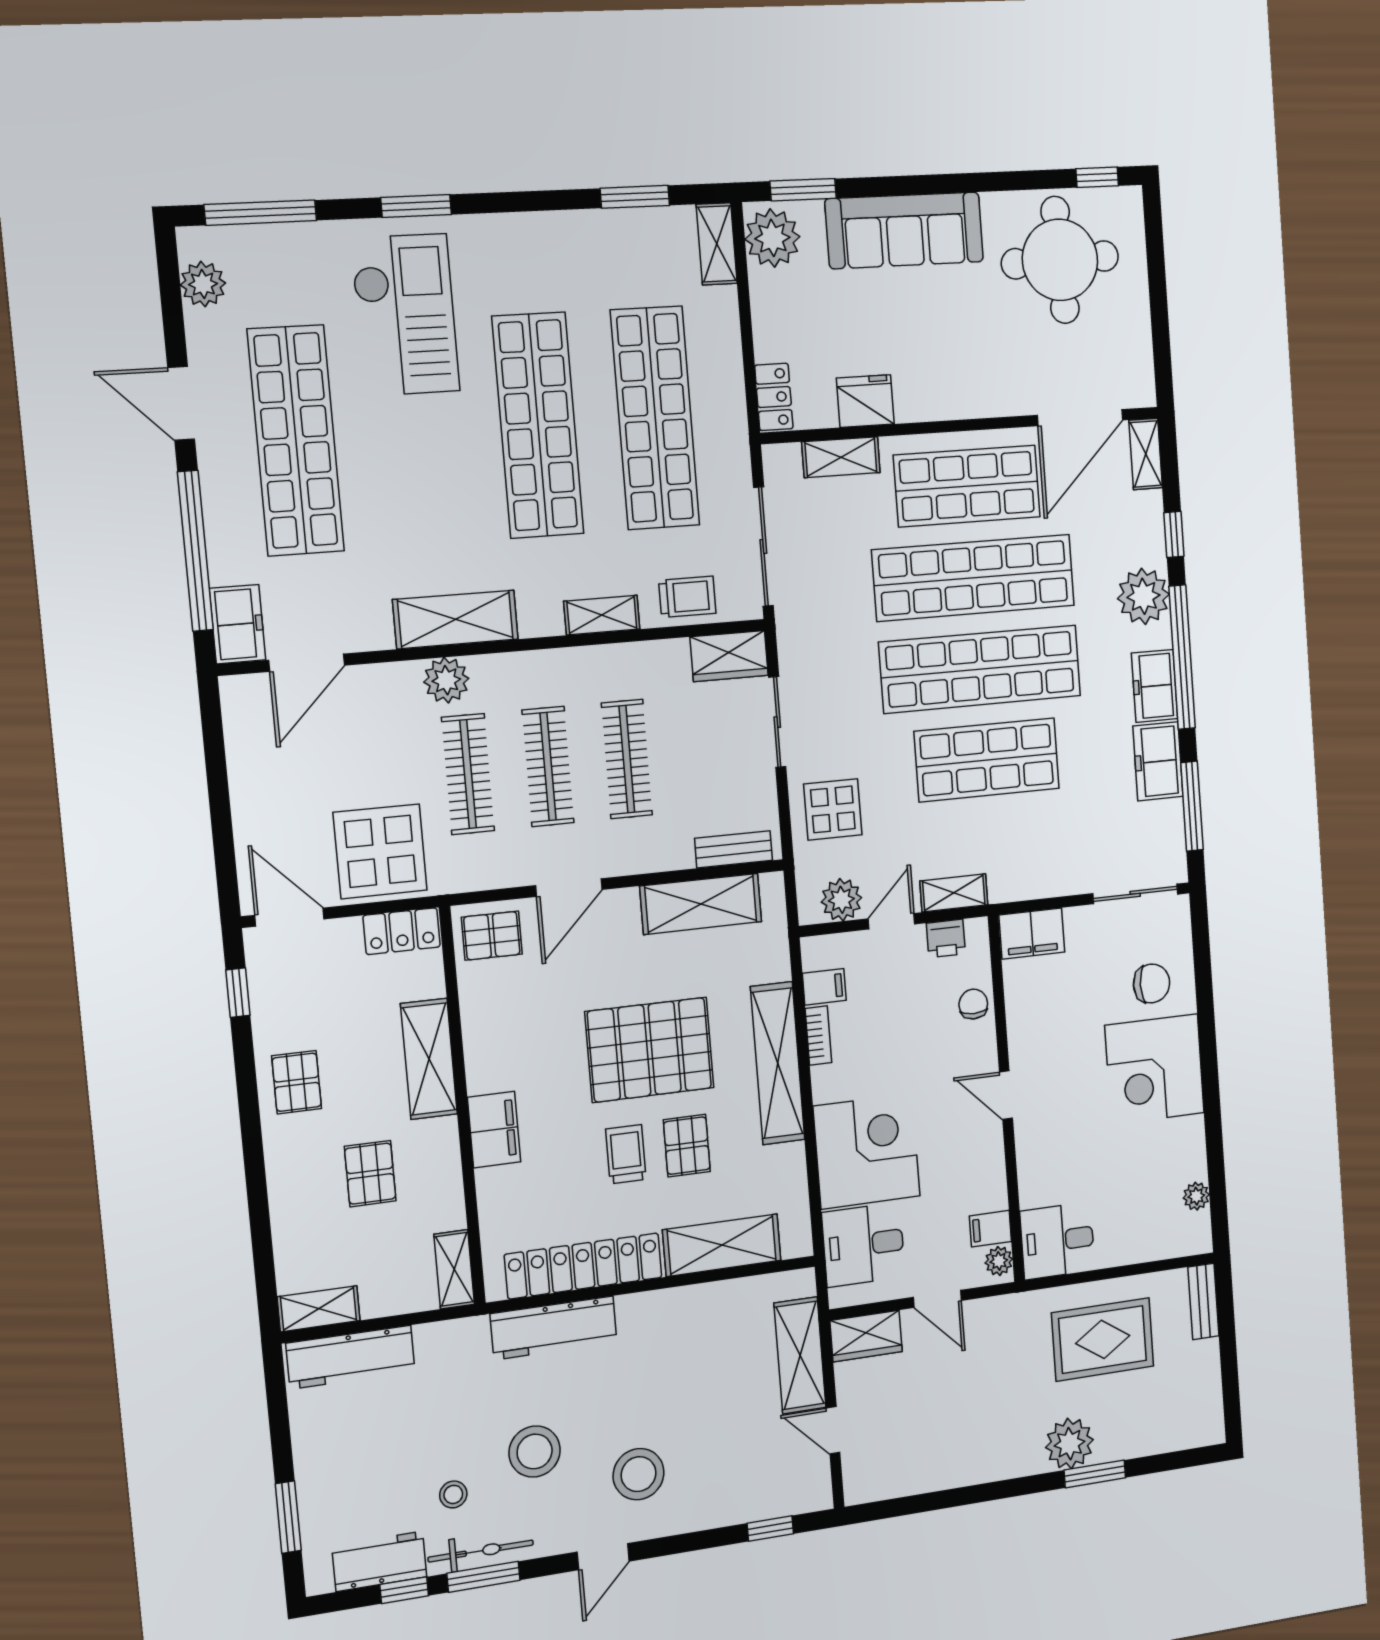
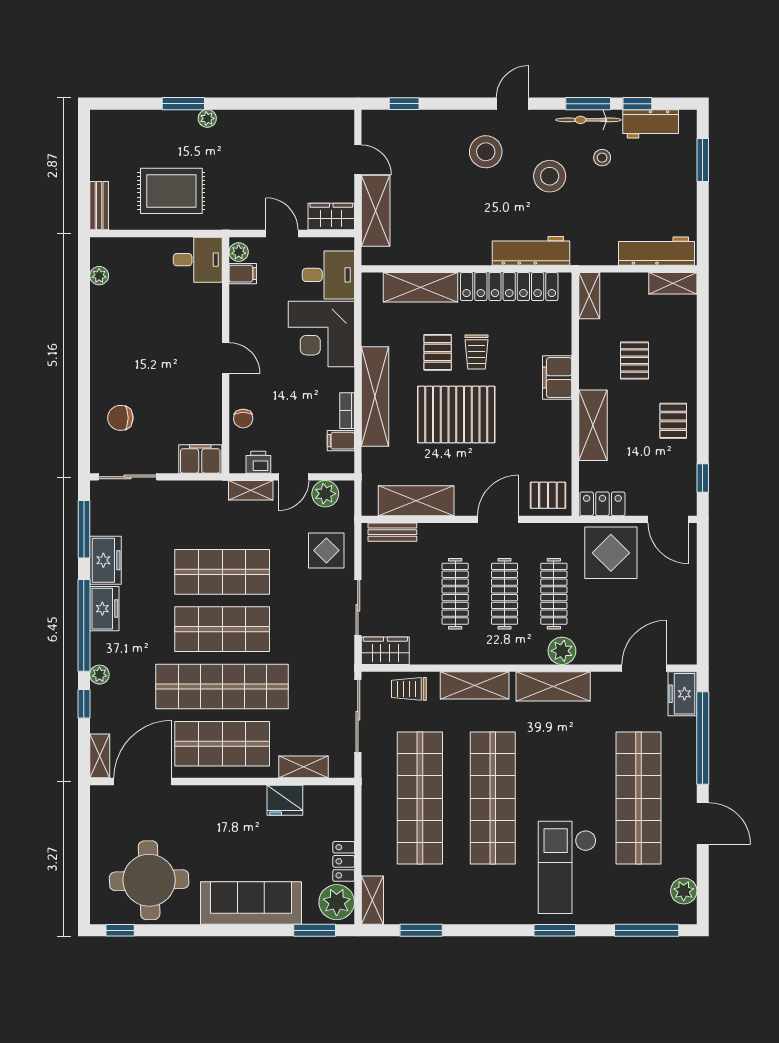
locker: (774, 397) -> (344, 861), moved
plant: (1143, 596) -> (99, 675), width x0.53, depth x0.53
shelving: (602, 615) -> (475, 685), width x1.50, depth x1.33
shop shelf: (980, 669) -> (222, 629), width x0.71
corner desk: (1155, 1069) -> (122, 362), removed
plant: (1069, 1444) -> (207, 118), width x0.53, depth x0.53

